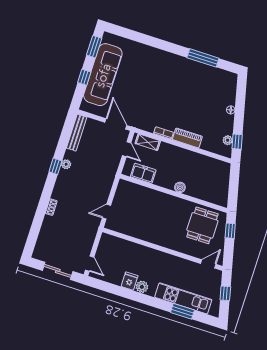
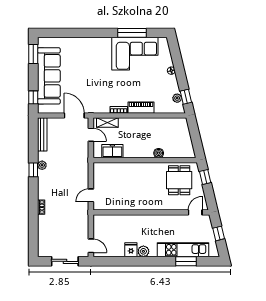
window: (84, 77) -> (33, 97), moved
corner sofa: (199, 80) -> (135, 54), added
boiler: (180, 187) -> (159, 153), moved

